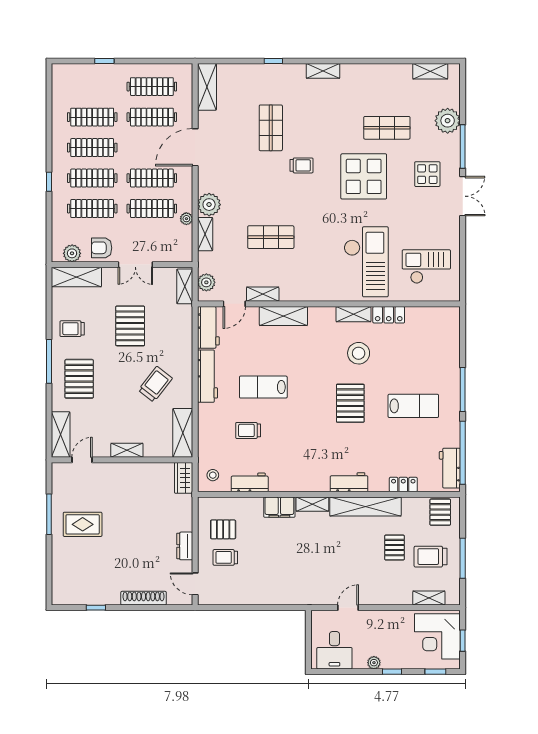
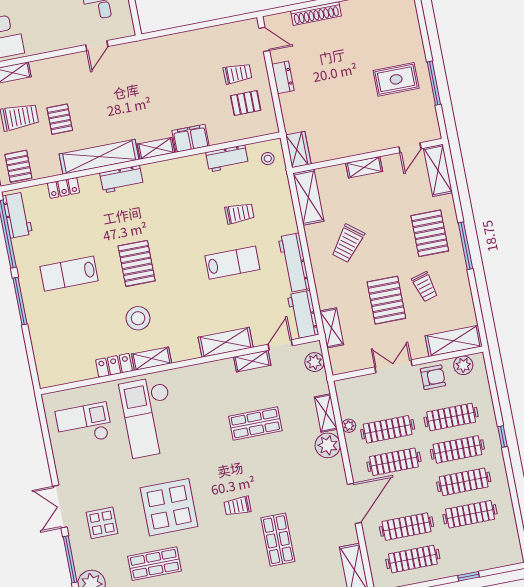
checkout: (426, 267) -> (84, 424), turned 180
shelving: (185, 286) -> (332, 328), moved
trolley: (72, 329) -> (425, 287), moved, turned 74

